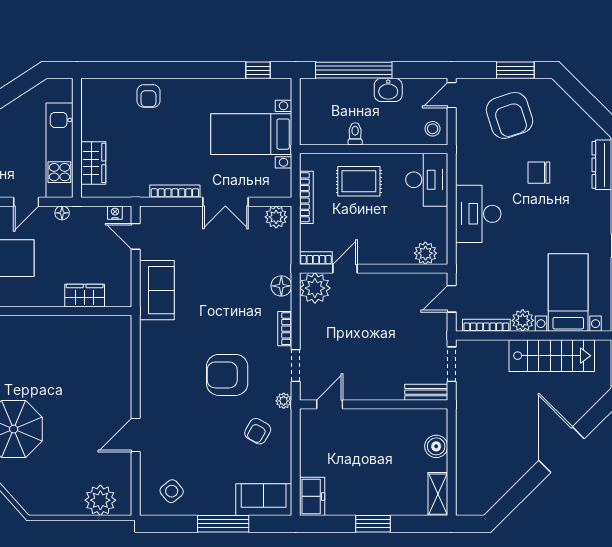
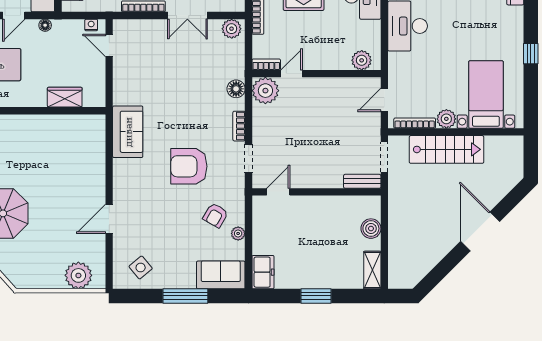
sofa: (157, 290) -> (128, 132), moved
stairs: (552, 356) -> (447, 149), moved
plant: (284, 401) -> (238, 233), moved

